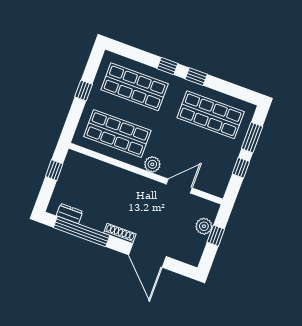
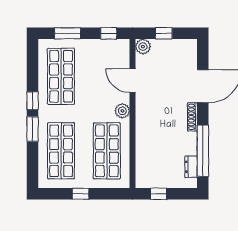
window: (167, 66) -> (33, 129), width x1.50
window: (241, 168) -> (109, 33), moved
plant: (204, 226) -> (143, 47), moved

